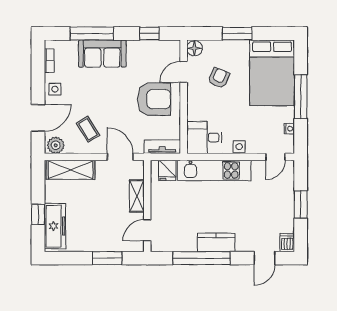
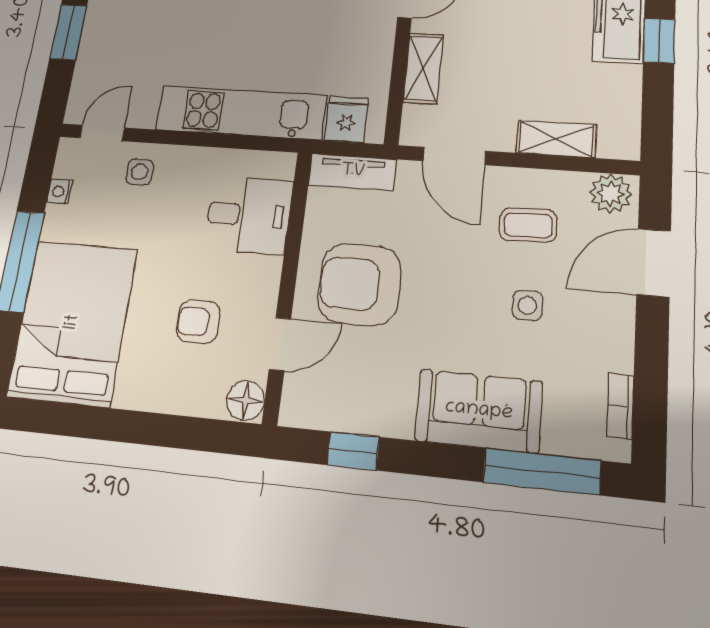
window: (92, 33) -> (542, 472), moved
window: (237, 33) -> (137, 427), removed
armchair: (219, 78) -> (198, 322), turned 67
side table: (55, 89) -> (527, 305), moved
coffee table: (88, 129) -> (528, 225), turned -60
desk: (204, 138) -> (249, 215), moved
side table: (239, 147) -> (140, 172), moved
shelving: (71, 170) -> (556, 139), width x0.67, depth x0.75

